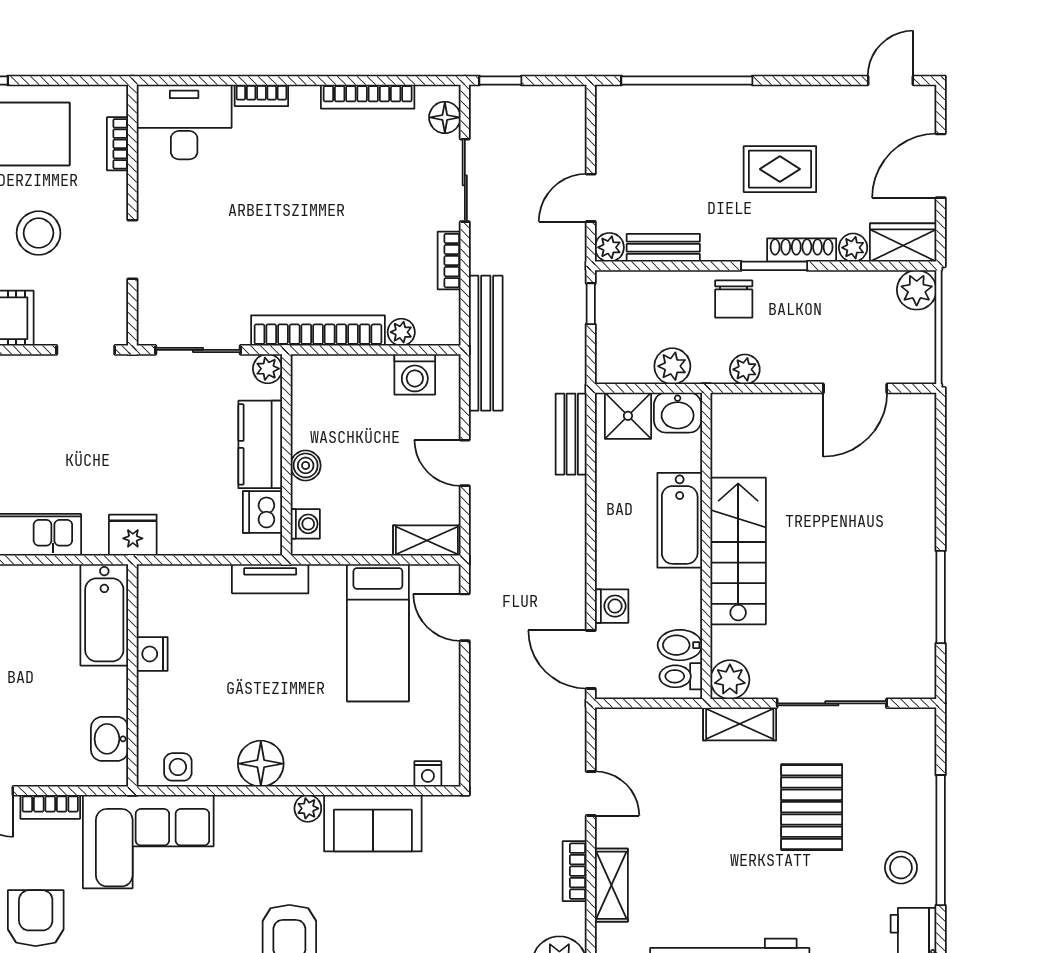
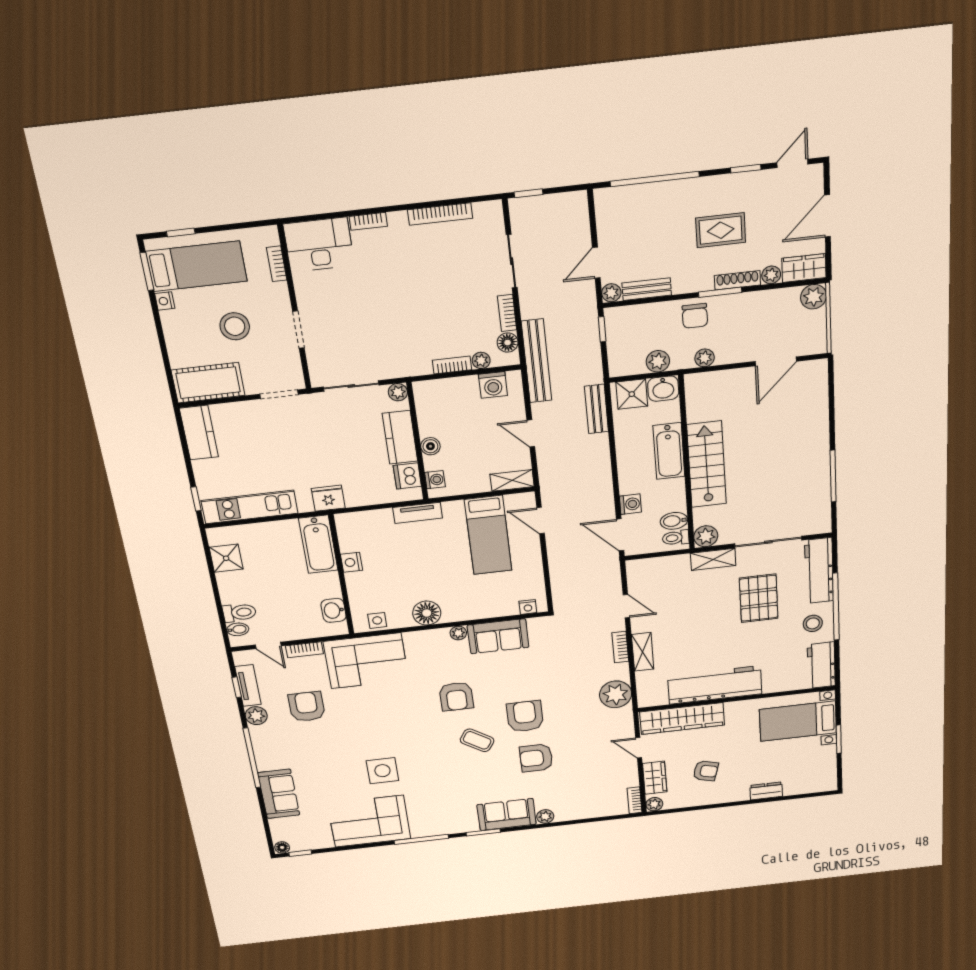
window: (822, 81) -> (746, 169), added
floor lamp: (445, 117) -> (508, 343), moved
bookcase: (318, 331) -> (452, 365), width x0.43, depth x0.76
workbench: (914, 768) -> (819, 571), added

